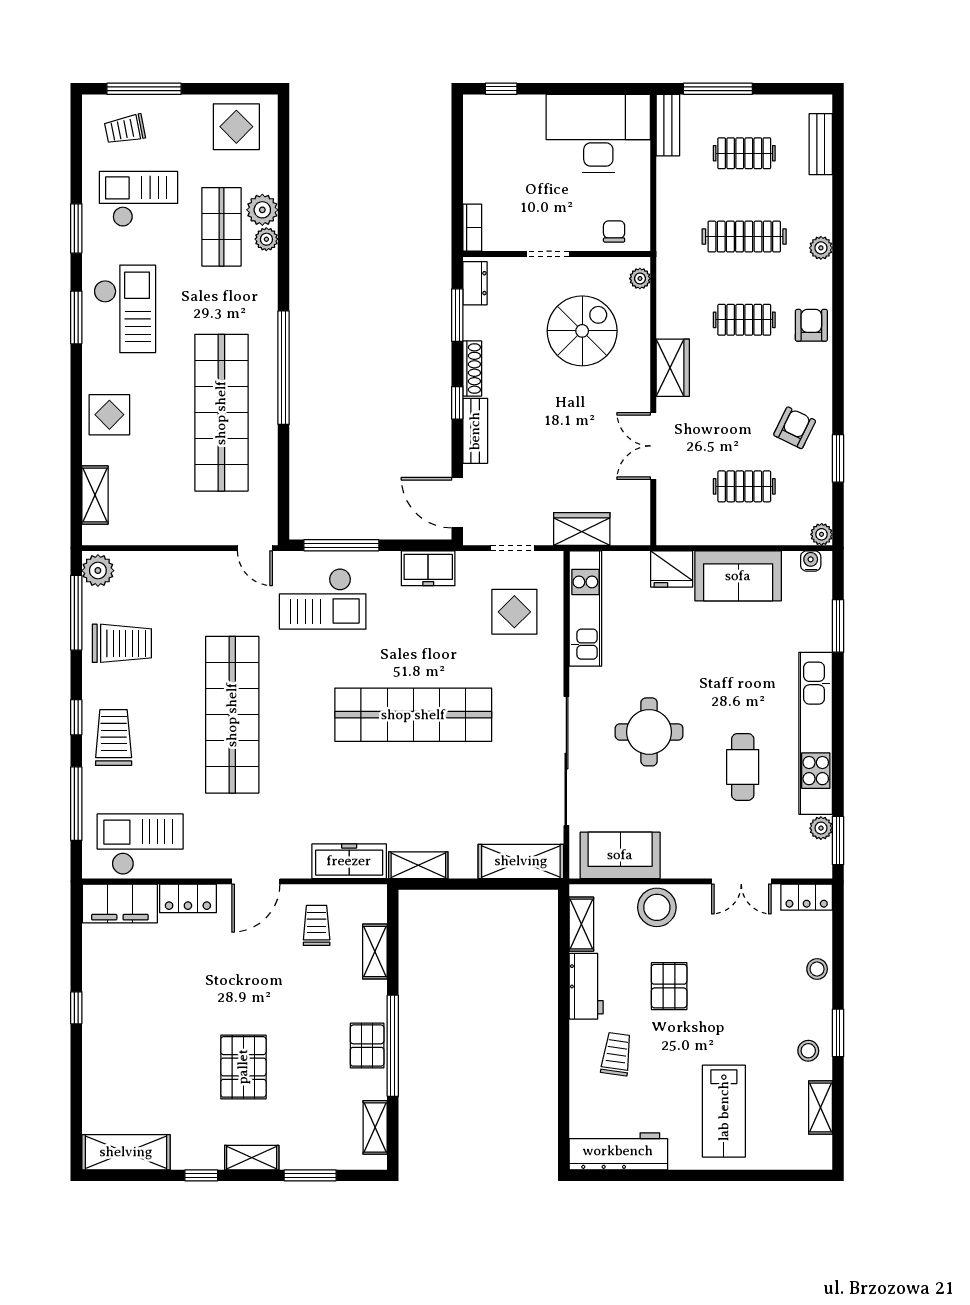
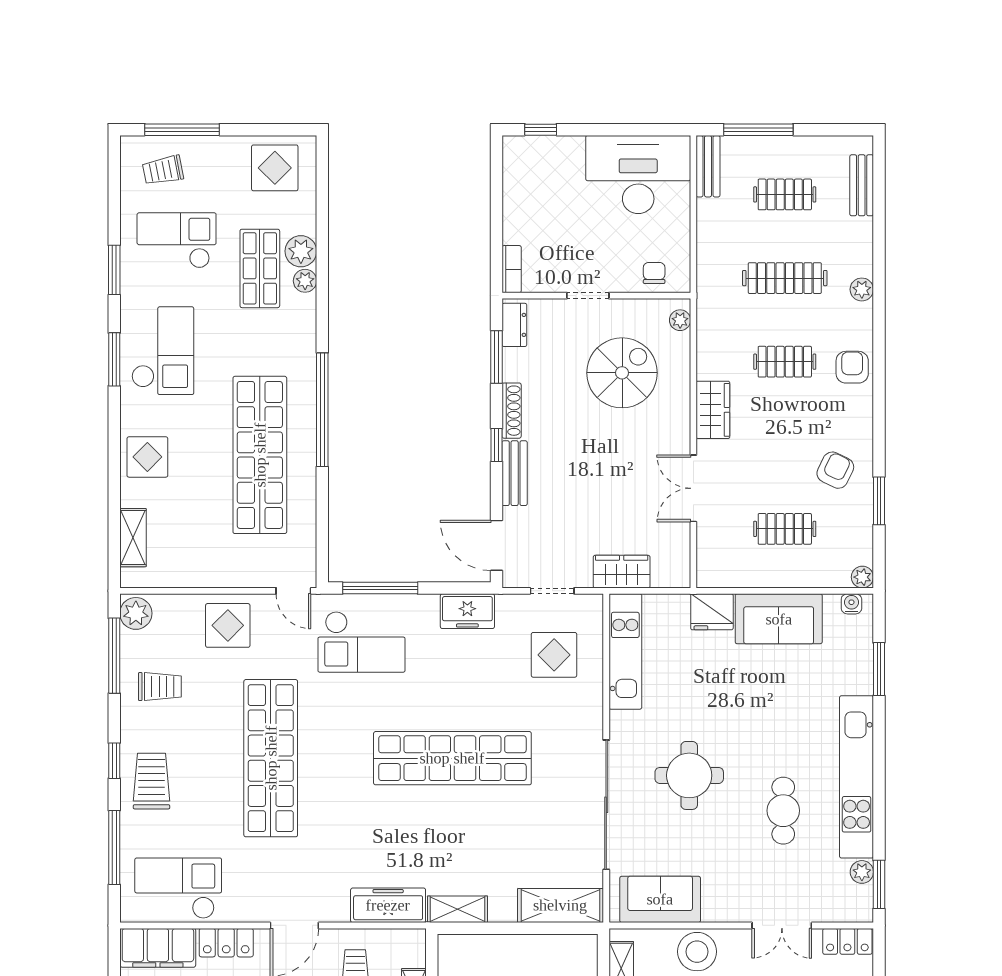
display table: (189, 583) -> (228, 625), added
trolley: (122, 643) -> (160, 687), width x0.73, depth x0.72

